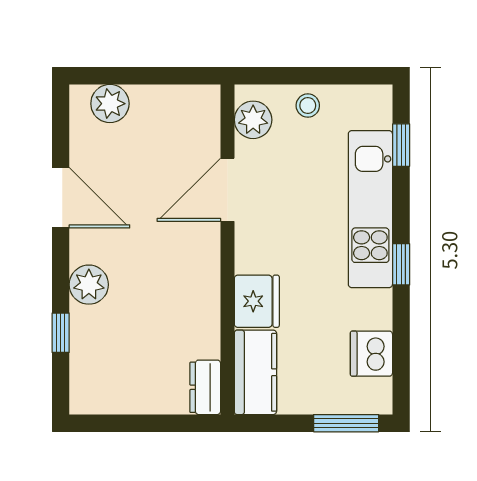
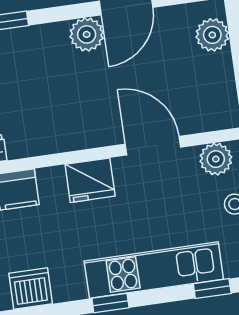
plant: (89, 285) -> (87, 34), moved
fridge: (257, 301) -> (90, 180), moved

